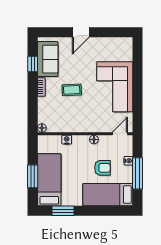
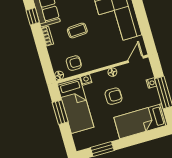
armchair: (59, 120) -> (74, 63), added
armchair: (102, 168) -> (114, 96), moved
window: (33, 176) -> (60, 112), moved
bed: (49, 180) -> (75, 105), moved, turned 180

